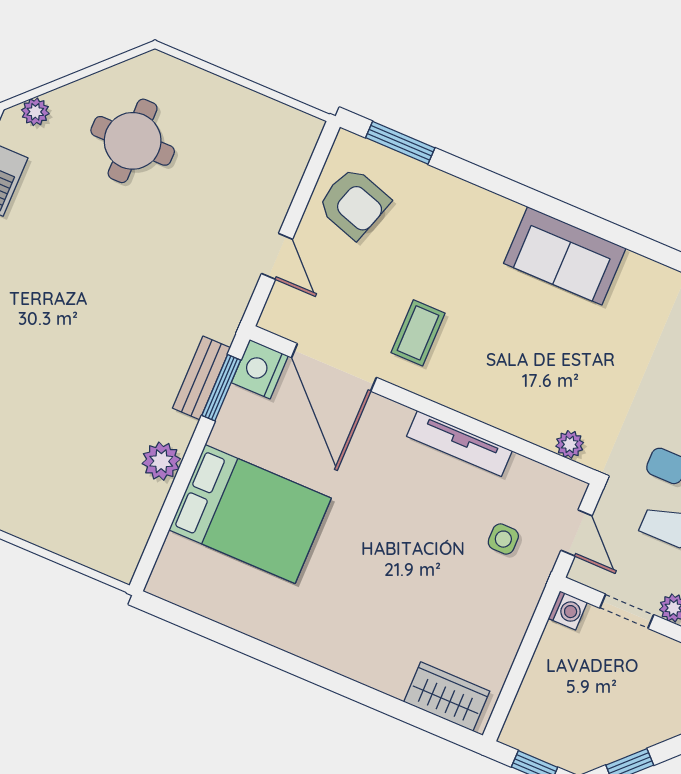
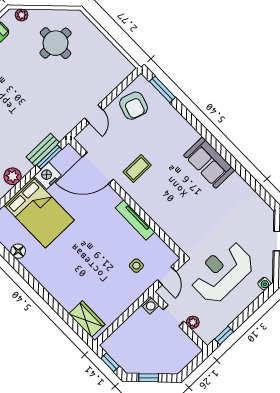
door: (334, 367) -> (98, 168), hinge flipped
nightstand: (260, 369) -> (48, 176), moved
plant: (570, 444) -> (179, 239), removed
floor lamp: (240, 614) -> (18, 251), added

